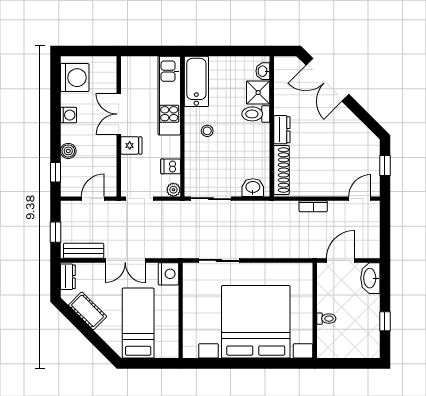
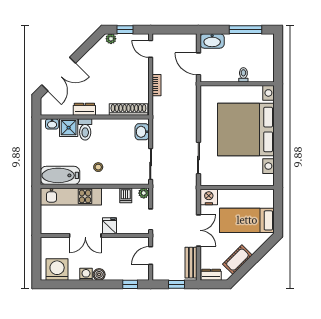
dresser: (282, 130) -> (84, 109), moved
plant: (373, 147) -> (111, 39), added
boiler: (68, 151) -> (99, 274), moved
door: (93, 199) -> (151, 255), hinge flipped
window: (385, 321) -> (245, 30), width x2.17

